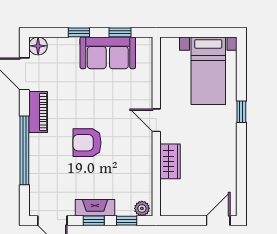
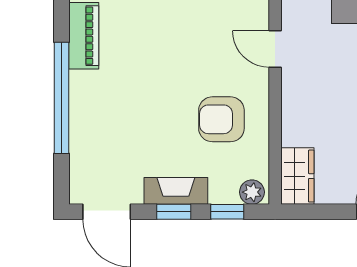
armchair: (87, 143) -> (221, 119), moved
wardrobe: (170, 161) -> (297, 176), moved

